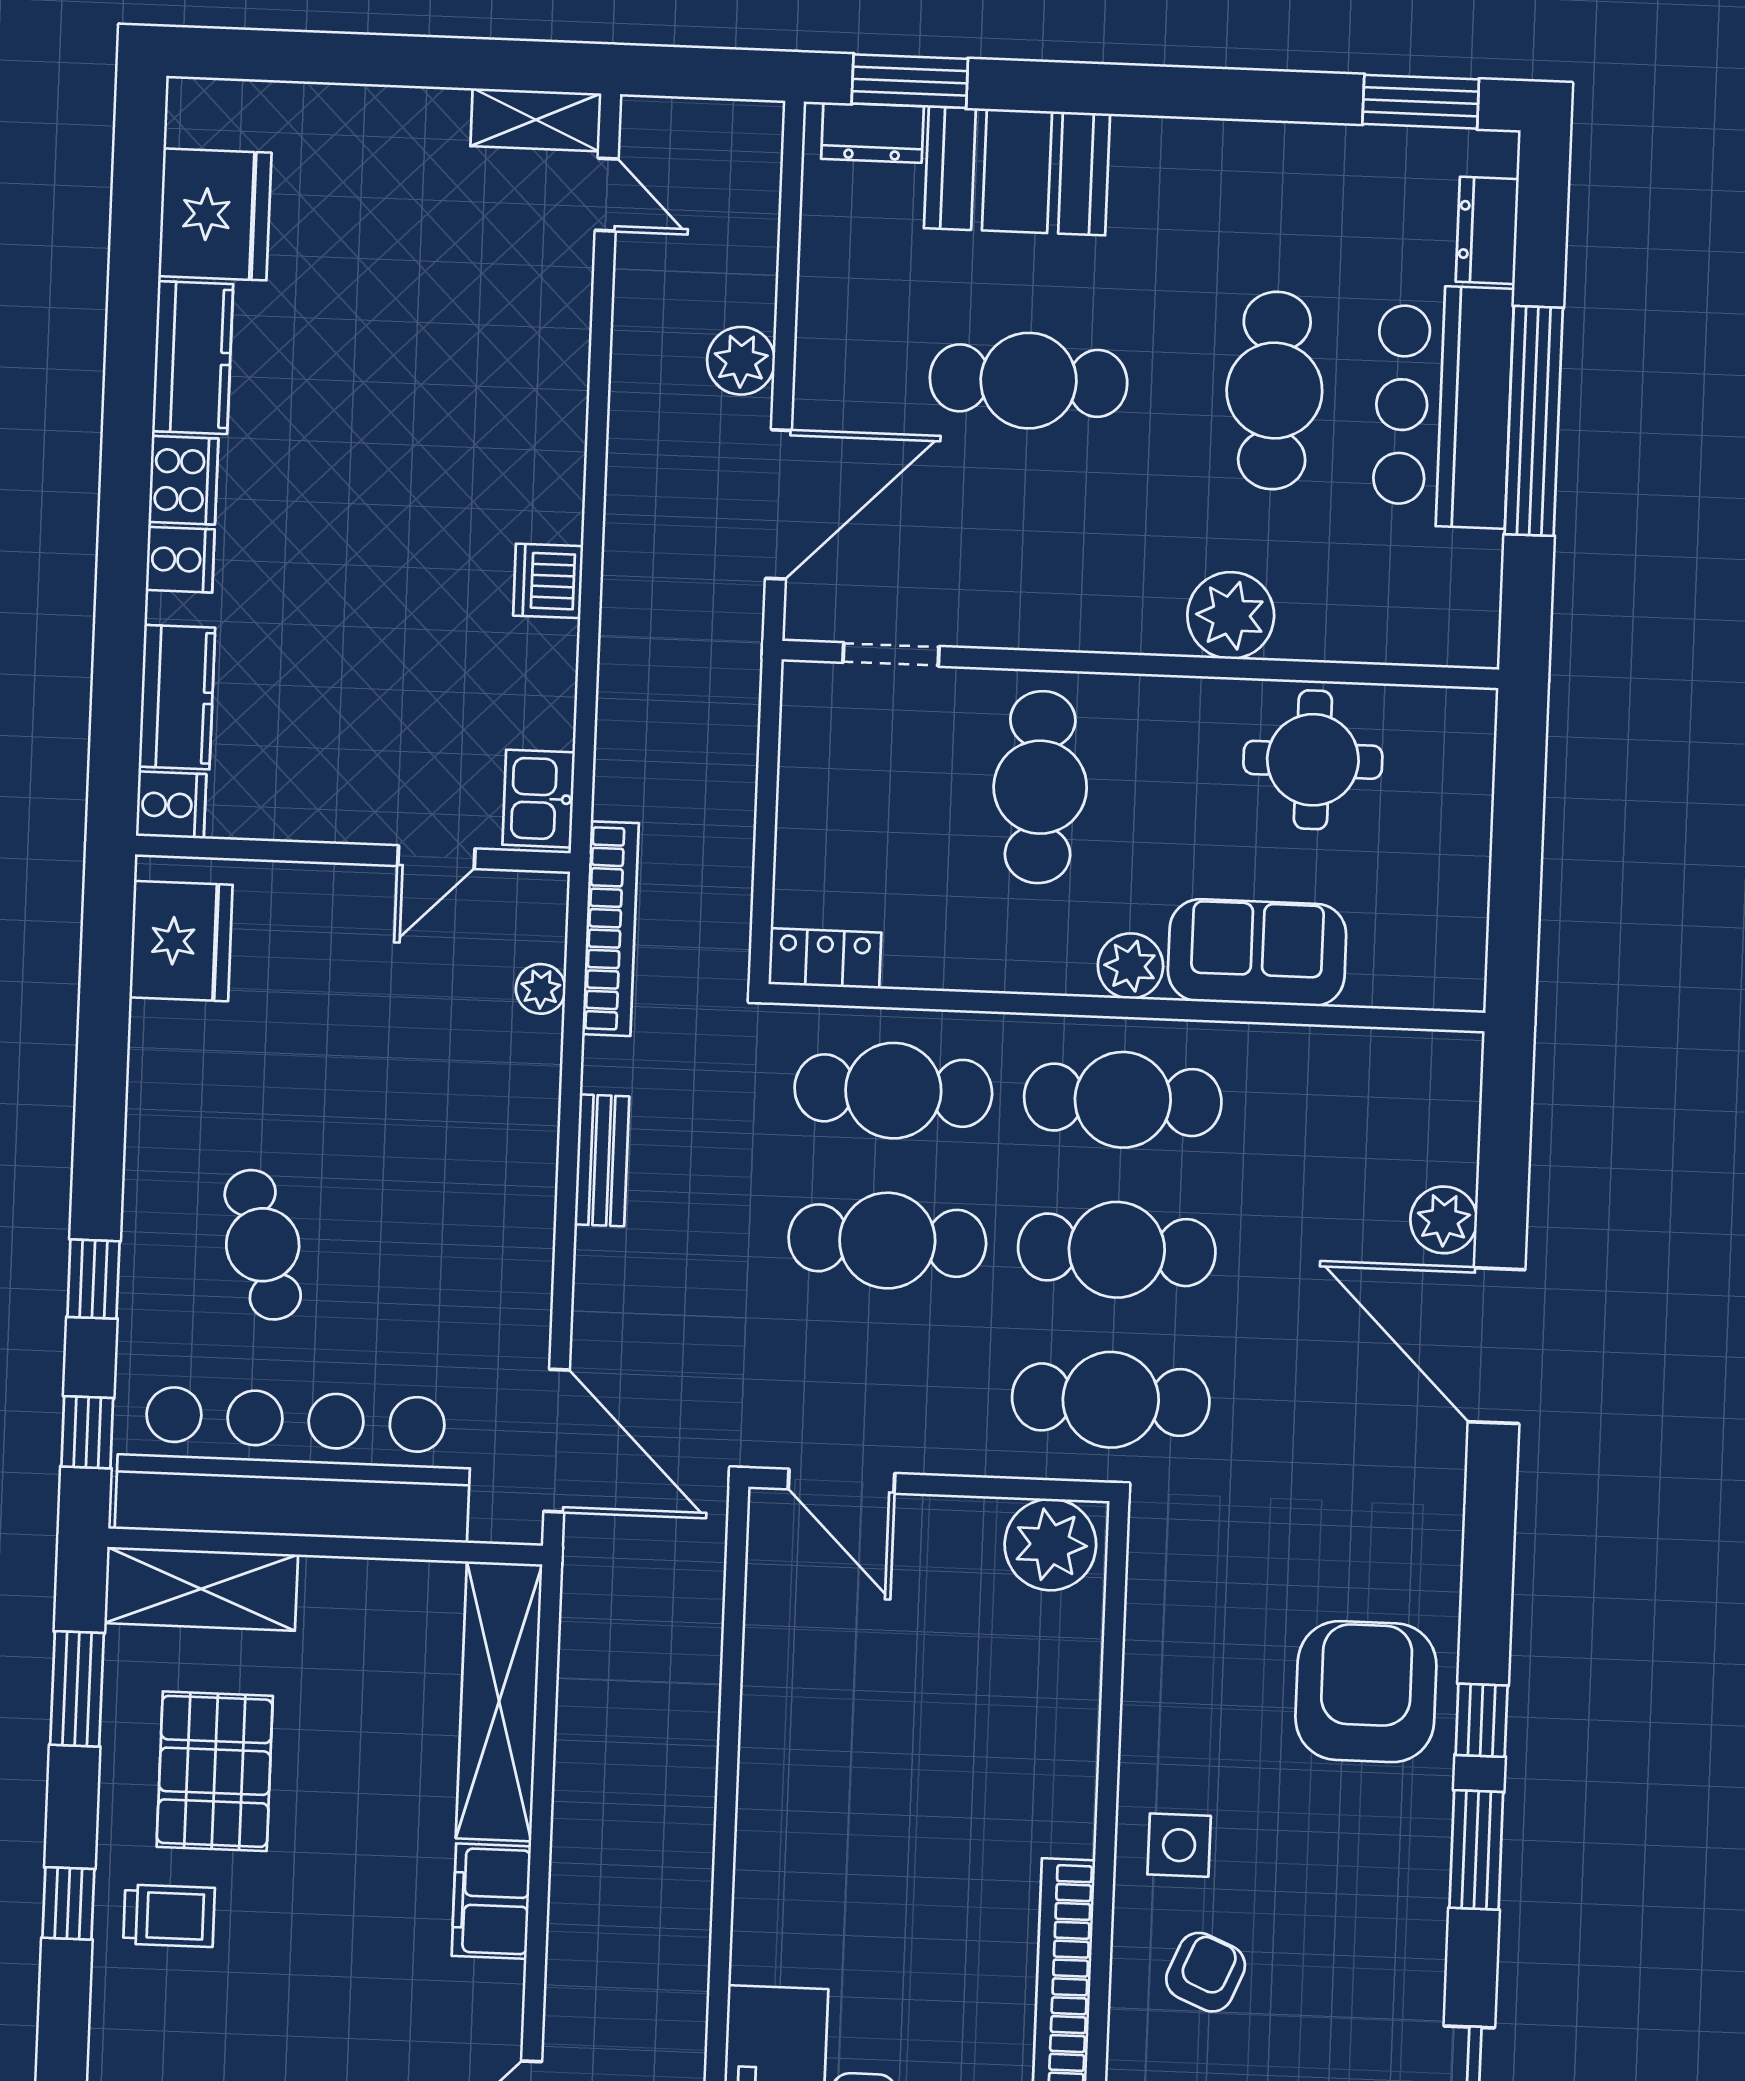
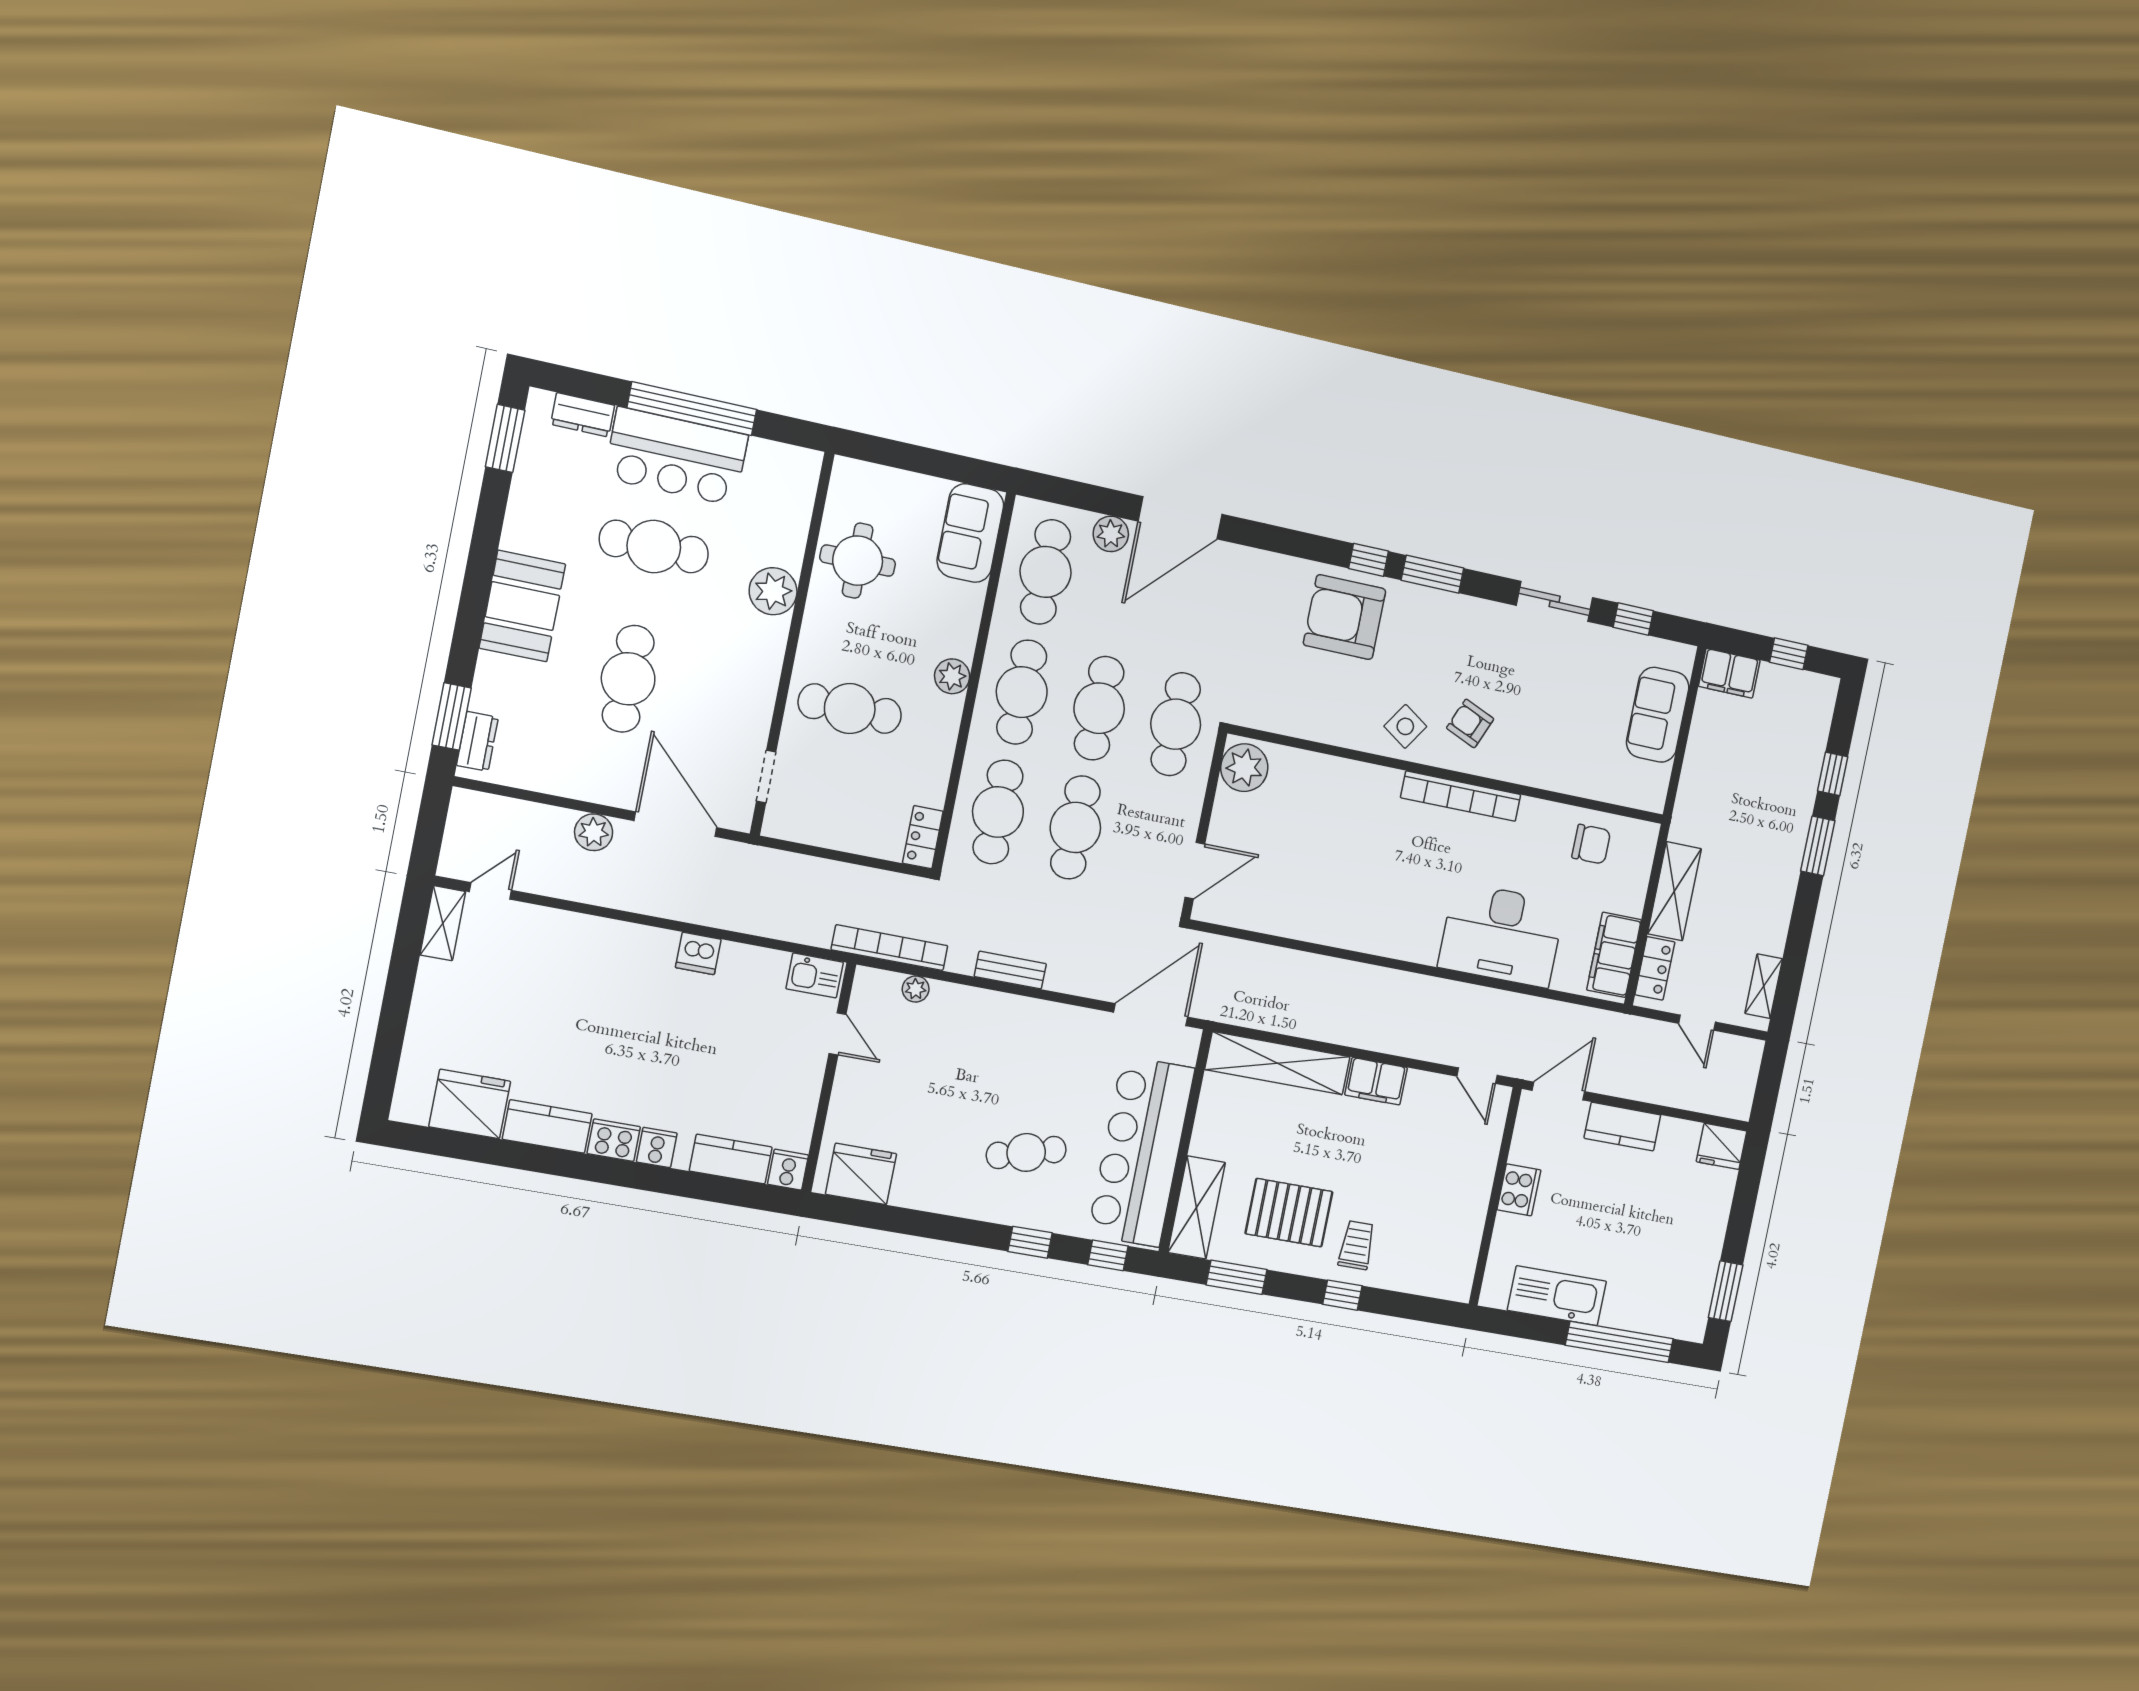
booth: (1017, 171) -> (522, 606), moved
sofa: (1257, 953) -> (970, 533), moved
cafe table: (1352, 1109) -> (1046, 572), added
side table: (1179, 1845) -> (1405, 726), turned 34

